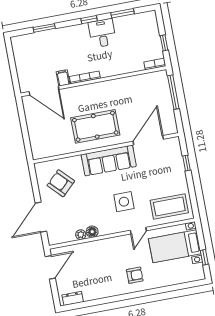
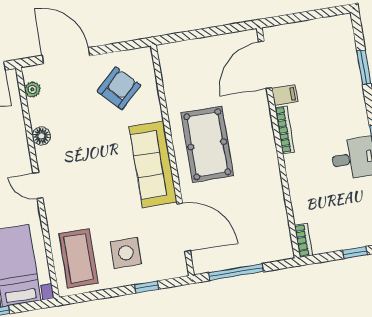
window: (164, 43) -> (355, 252), moved
window: (173, 92) -> (236, 272), moved
side table: (124, 202) -> (126, 253), moved
door: (138, 231) -> (38, 186), moved
plant: (81, 235) -> (32, 89), moved

